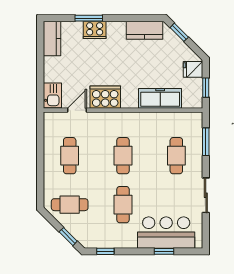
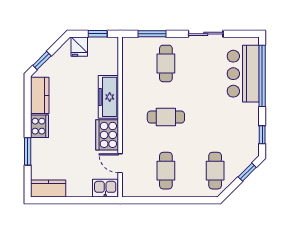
cooker: (95, 30) -> (40, 126), moved
freezer: (160, 98) -> (108, 97), moved
cafe table: (70, 156) -> (166, 171), turned 90
cafe table: (176, 156) -> (166, 63), turned 90
cafe table: (123, 205) -> (215, 117), removed
window: (164, 251) -> (262, 76), width x3.17

